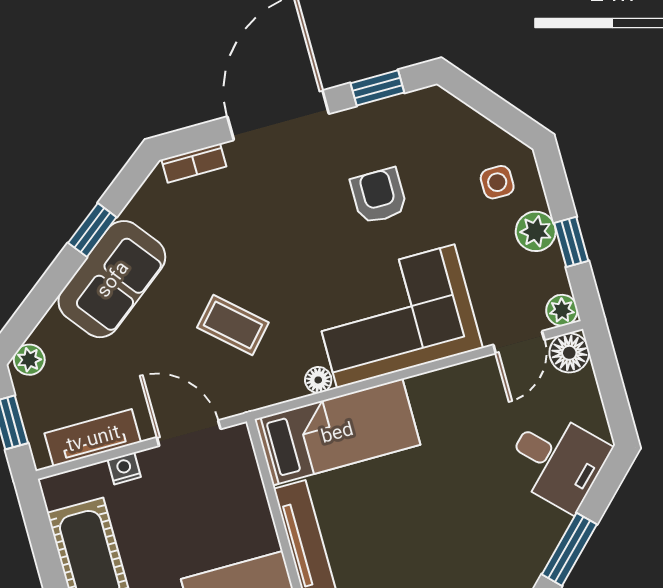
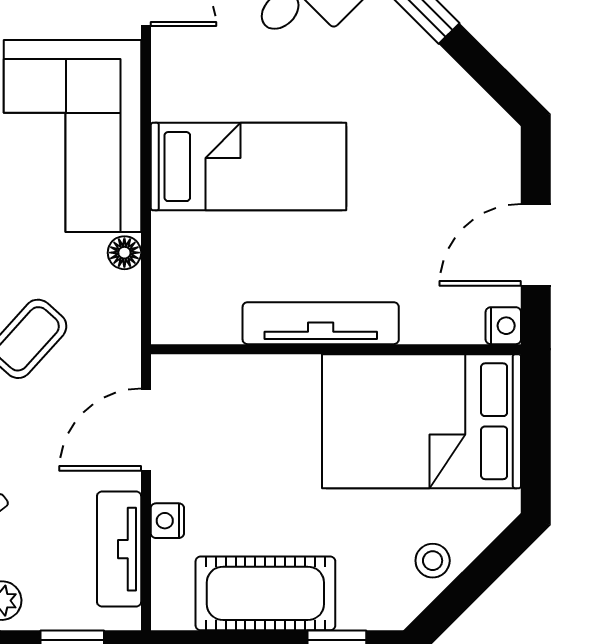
bed: (337, 432) -> (249, 167), moved, turned 90

